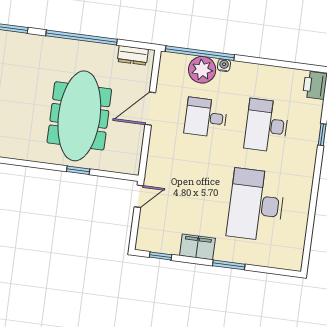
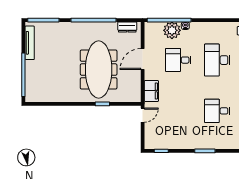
desk: (256, 205) -> (217, 111), width x0.53, depth x0.77
filing cabinet: (197, 247) -> (151, 91), moved, turned 90

